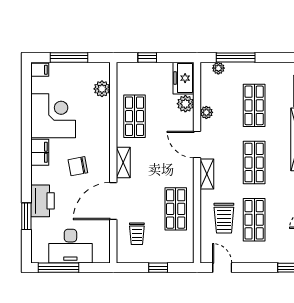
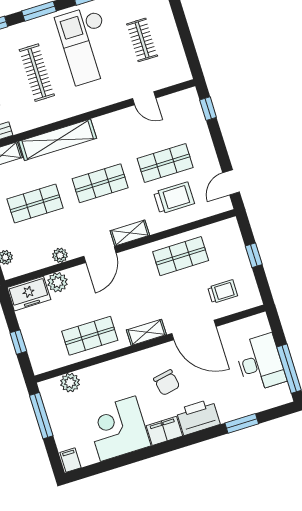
window: (69, 57) -> (41, 416), moved
printer: (42, 201) -> (198, 417), moved

